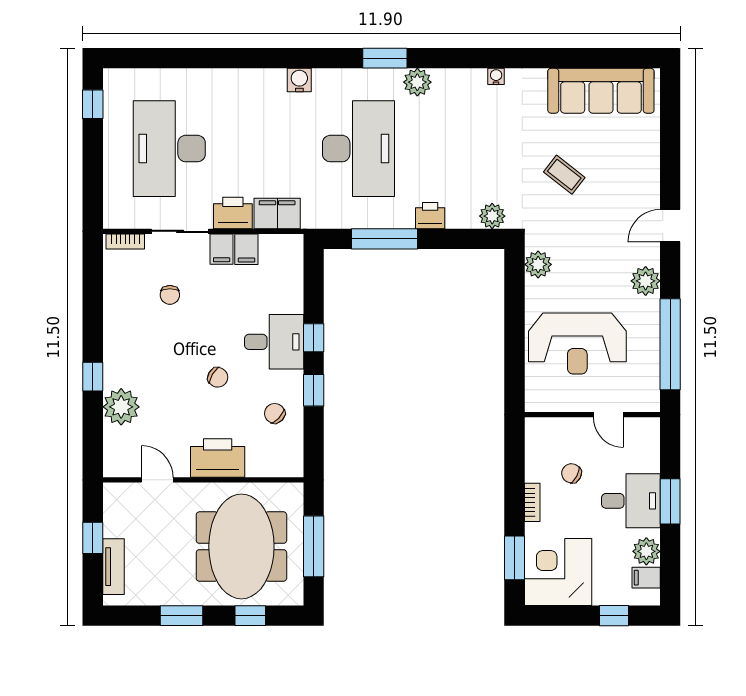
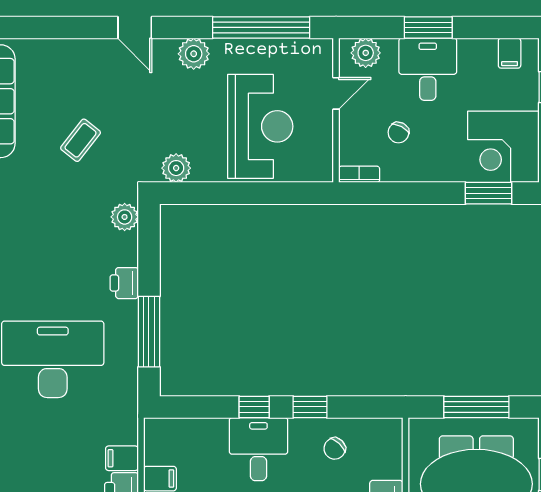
filing cabinet: (277, 214) -> (122, 458), width x0.50
bookcase: (532, 502) -> (359, 174), moved
plant: (646, 551) -> (366, 53), moved

